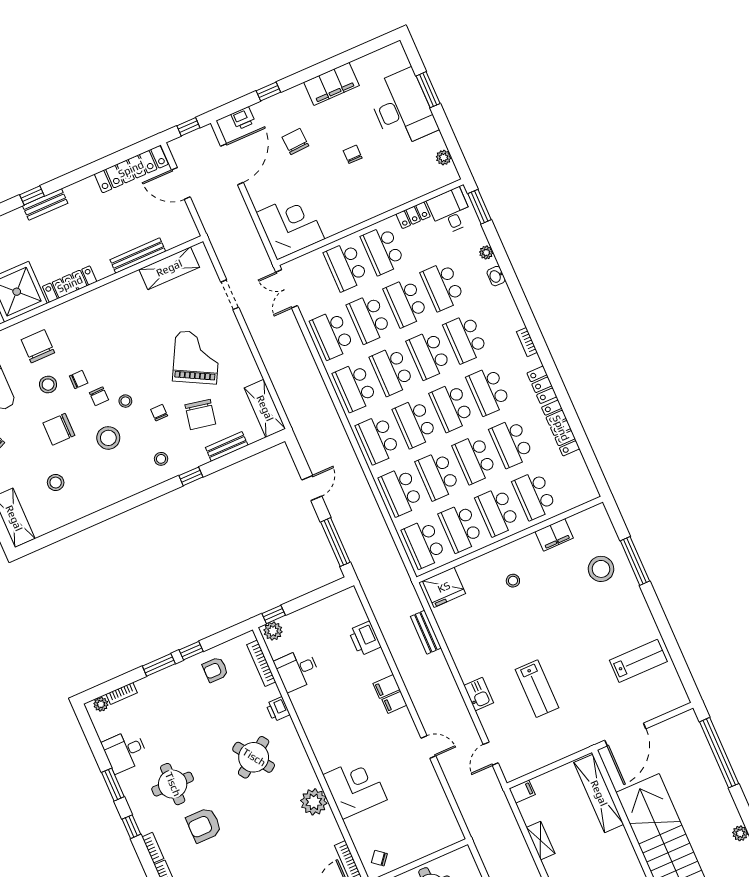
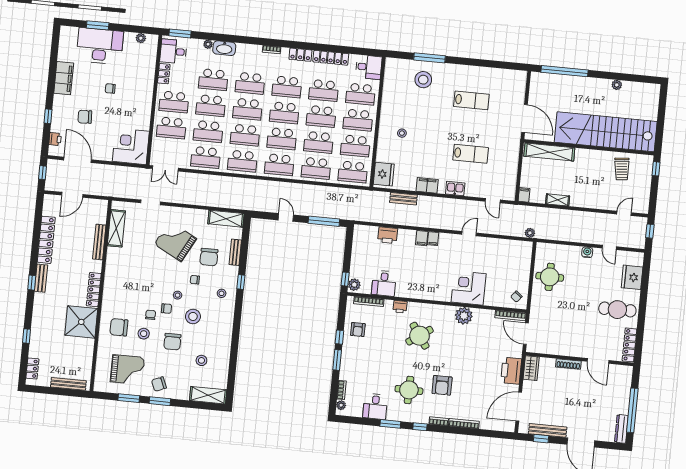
locker: (131, 169) -> (46, 240), moved
washbasin: (496, 276) -> (224, 48), width x1.91, depth x1.45
chair: (200, 414) -> (209, 257), turned 79
desk: (577, 486) -> (369, 67), added
filing cabinet: (554, 535) -> (427, 185), moved, turned -90
lab bench: (638, 661) -> (471, 100), moved, turned 90
plant: (475, 828) -> (530, 233), added

